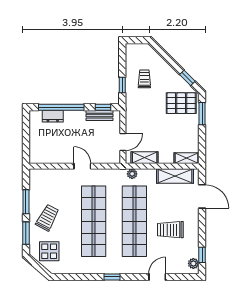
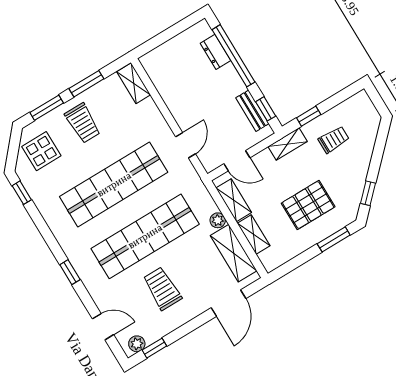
pallet: (181, 103) -> (308, 205), moved, turned 90
shelving: (131, 107) -> (288, 144), added
shelving: (187, 158) -> (254, 235), moved
door: (82, 166) -> (185, 145), moved
shelving: (42, 174) -> (134, 83), added
plant: (132, 174) -> (218, 220), moved
trolley: (47, 218) -> (83, 123), turned 62
window: (66, 277) -> (22, 193), added
window: (112, 277) -> (70, 272), moved
door: (157, 277) -> (103, 327), moved

